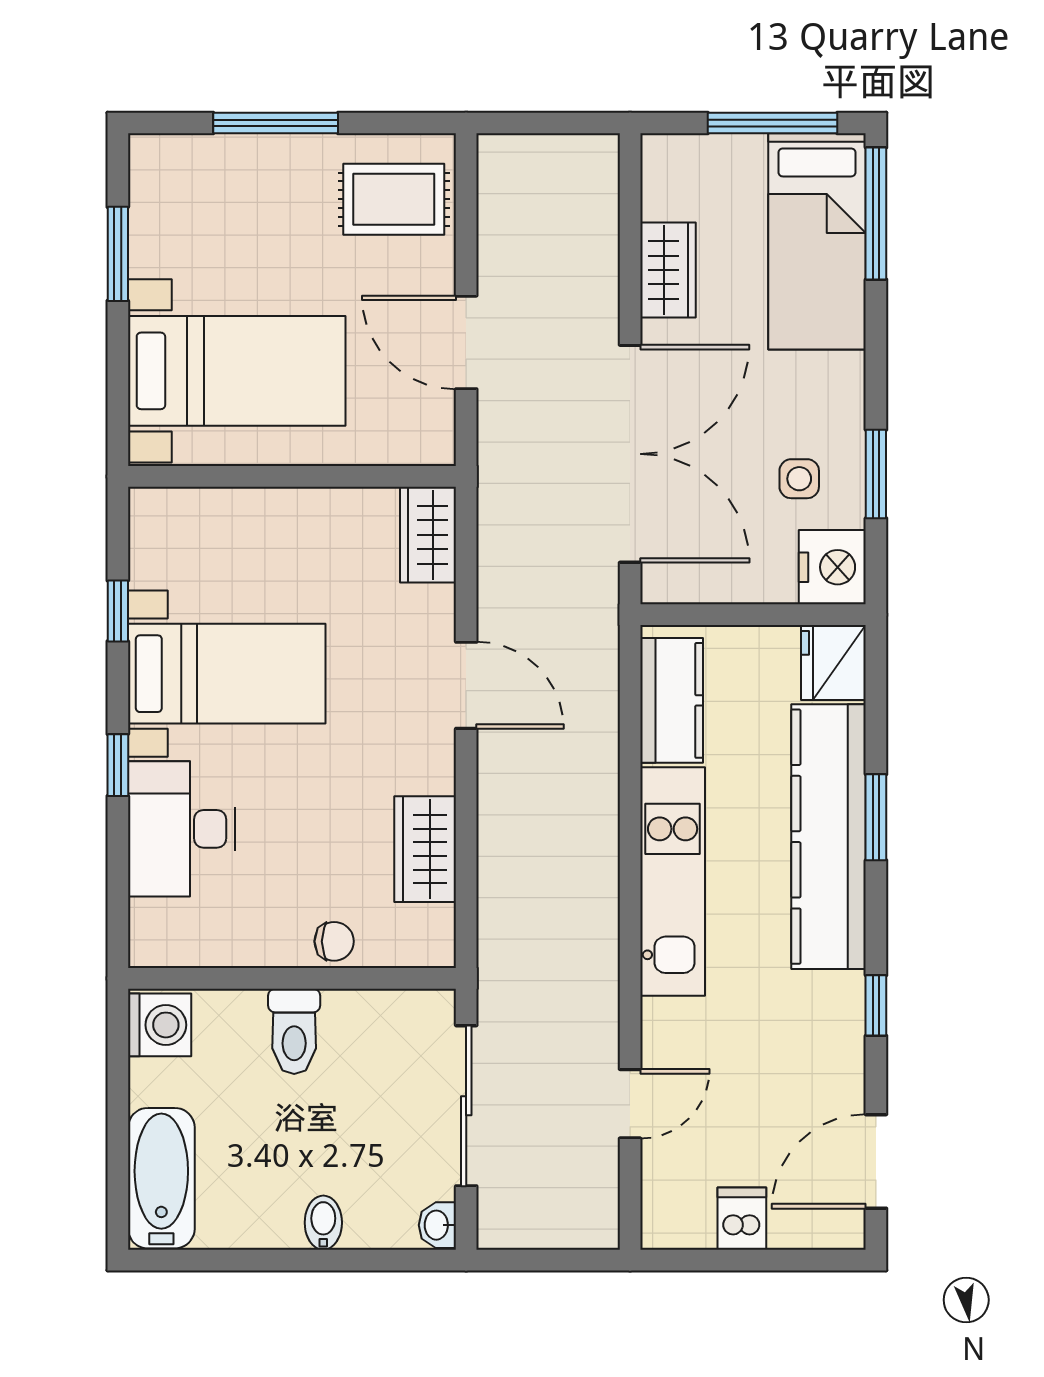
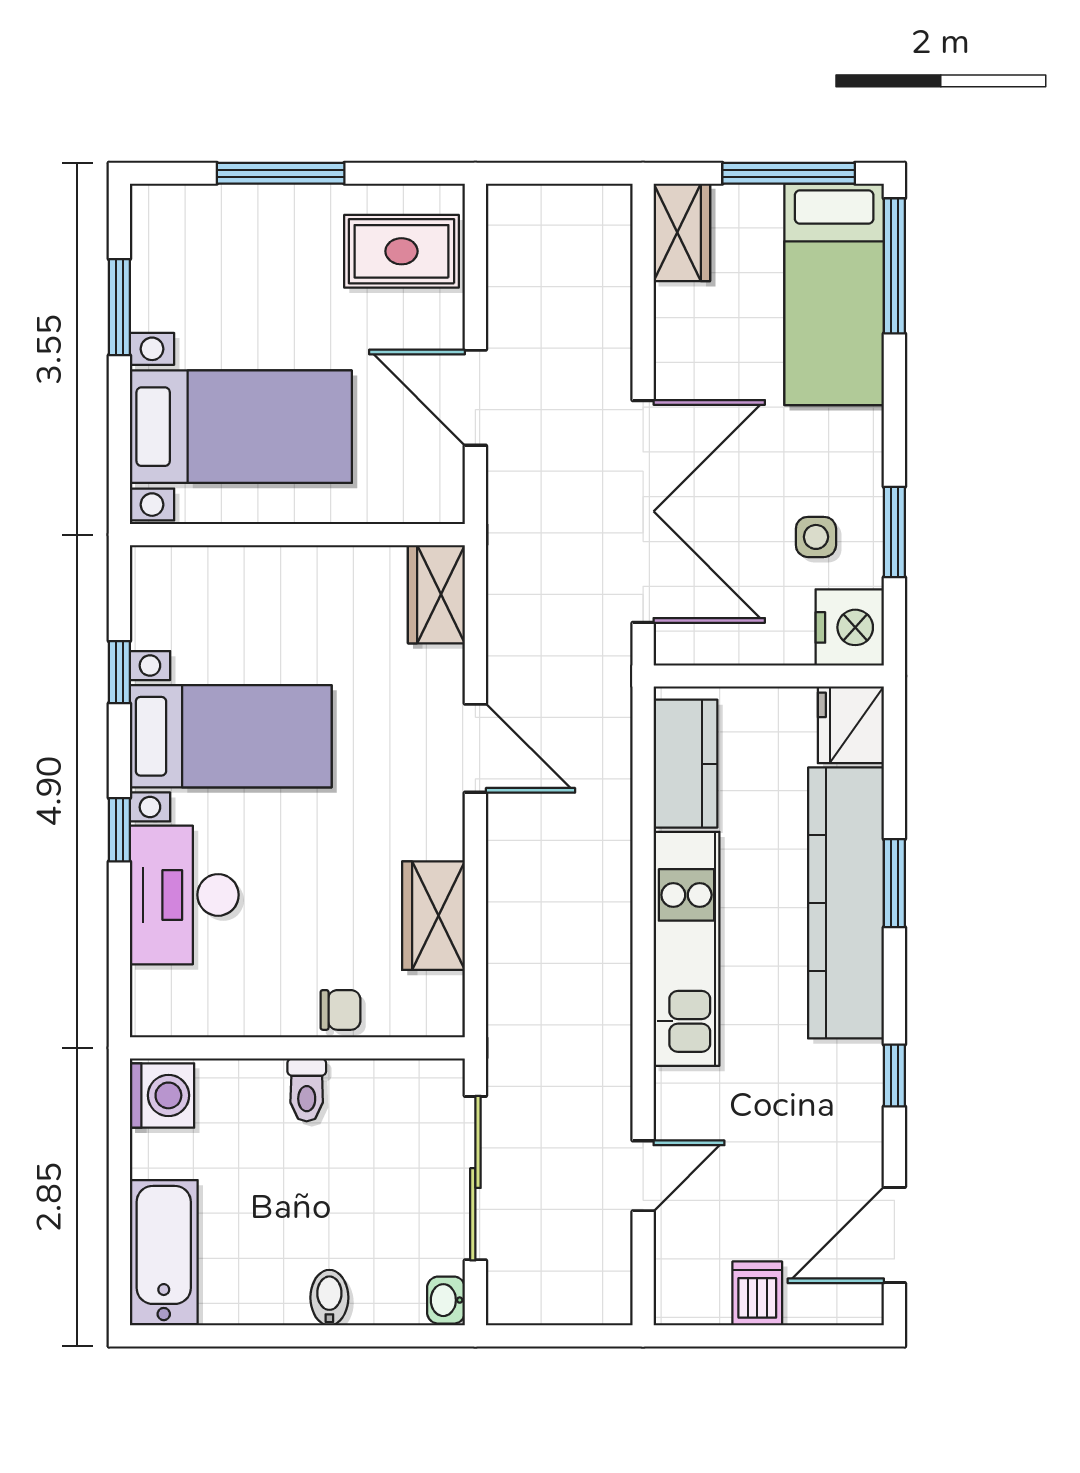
wardrobe: (668, 270) -> (682, 232), moved
toilet: (294, 1031) -> (307, 1090), width x0.73, depth x0.72

